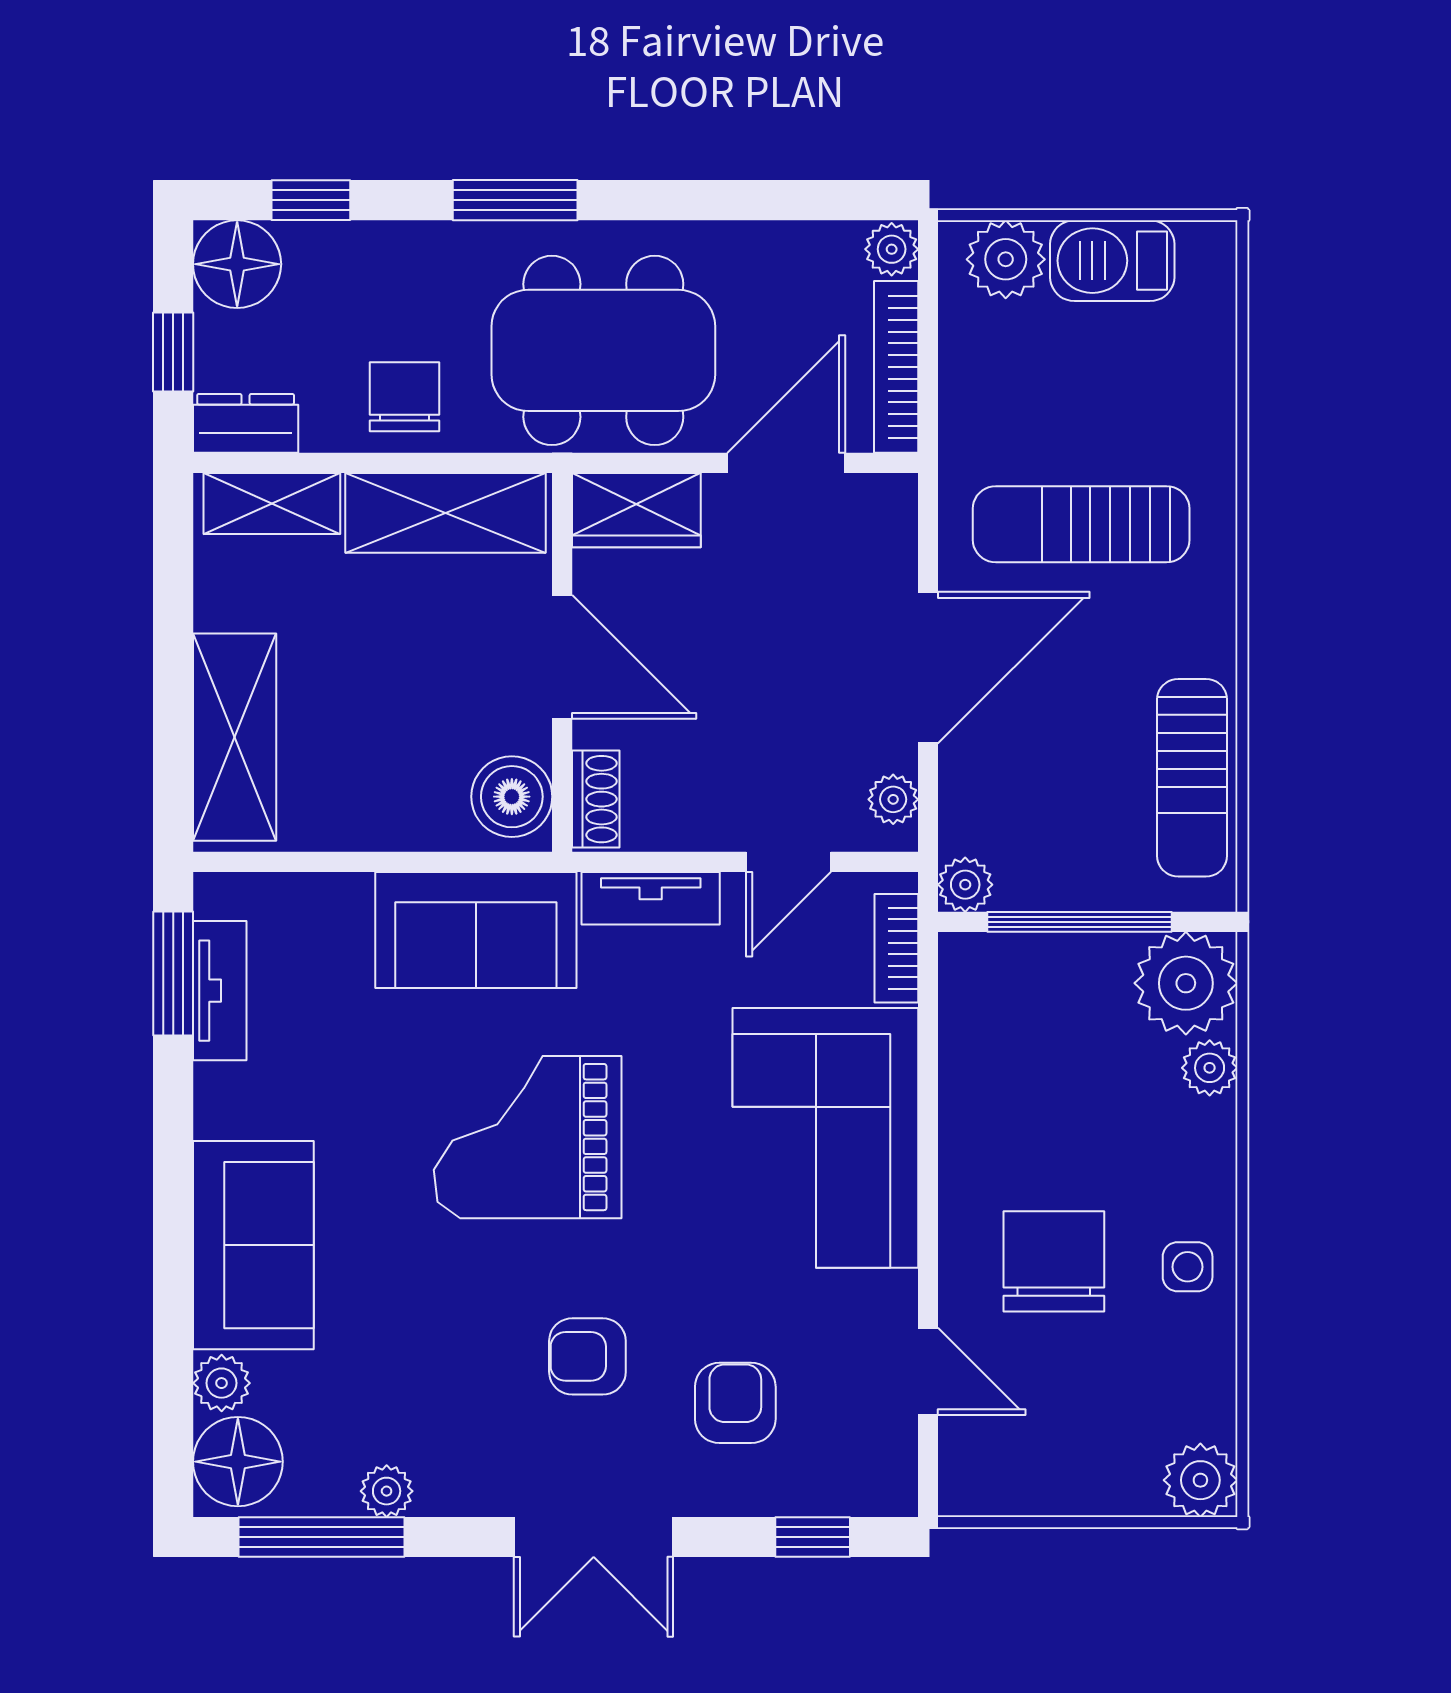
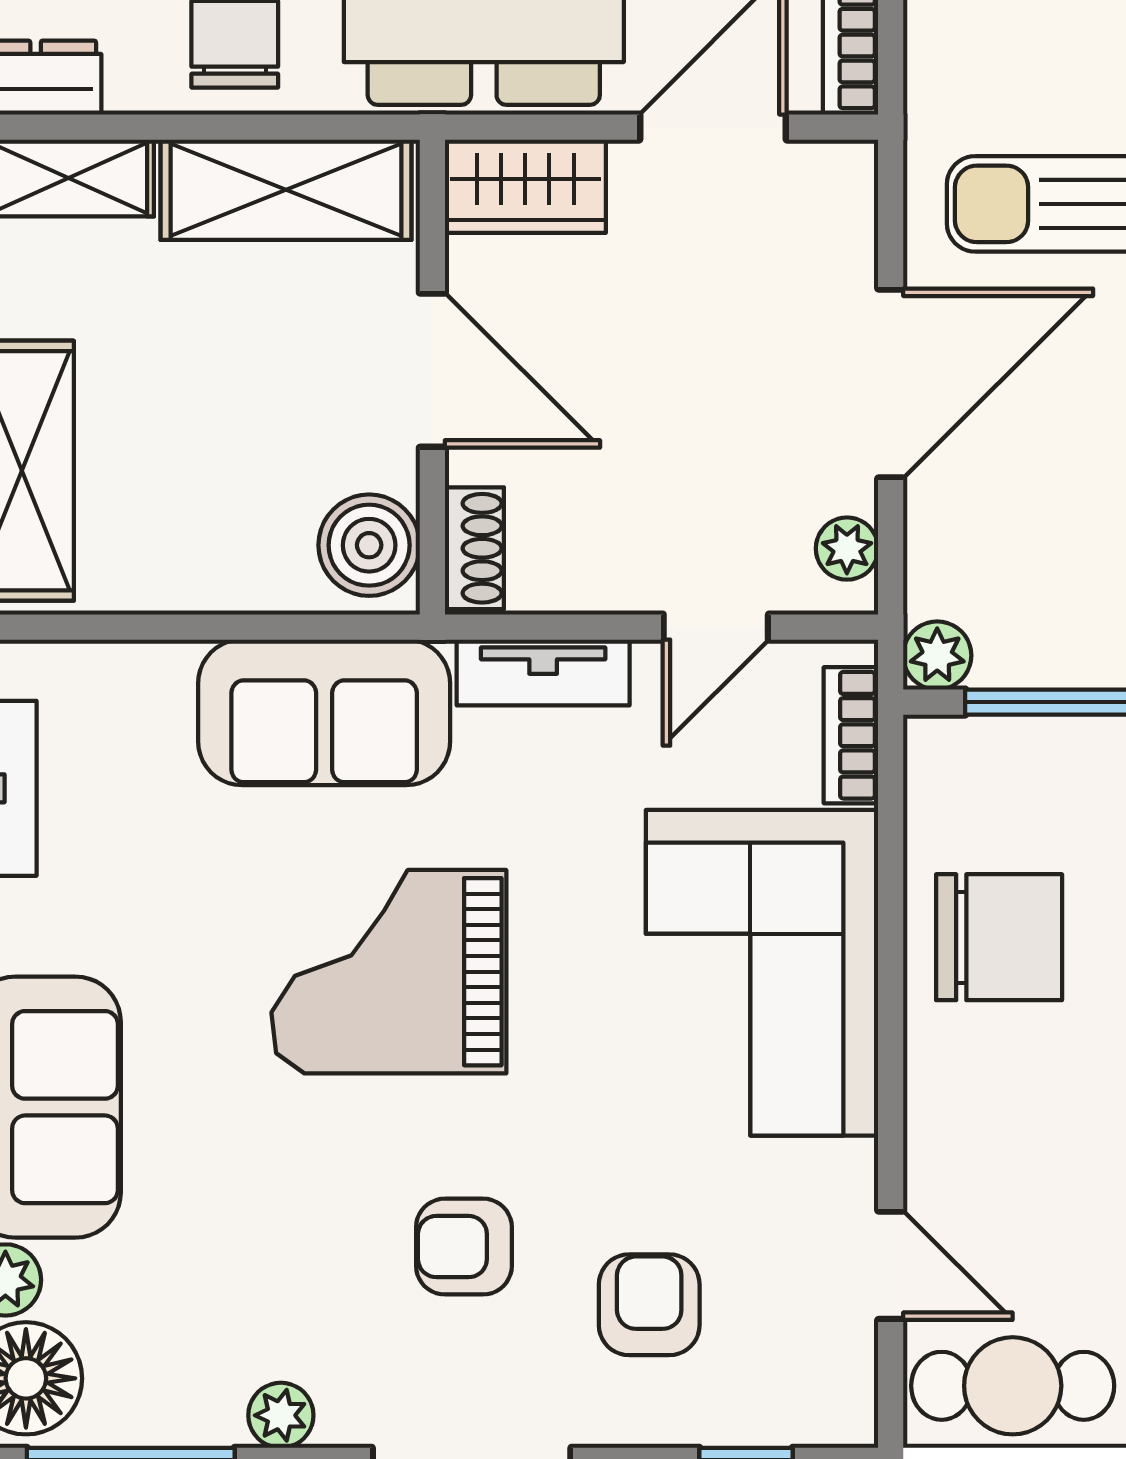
chair: (1054, 1261) -> (999, 937), moved, turned 90
cafe table: (1025, 1468) -> (1013, 1386), added
plant: (387, 1491) -> (281, 1415), moved

